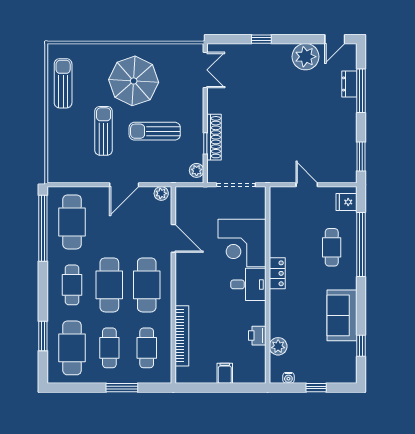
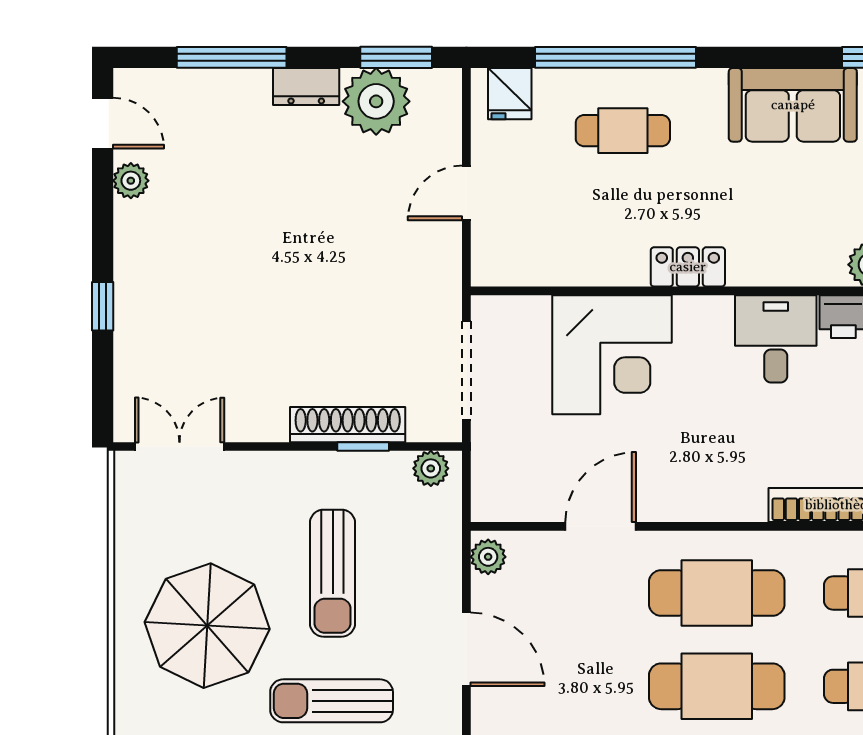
plant: (305, 57) -> (131, 181), width x0.53, depth x0.53
dresser: (349, 84) -> (306, 86), moved
plant: (343, 149) -> (376, 101), added
desk: (248, 284) -> (776, 339), moved

